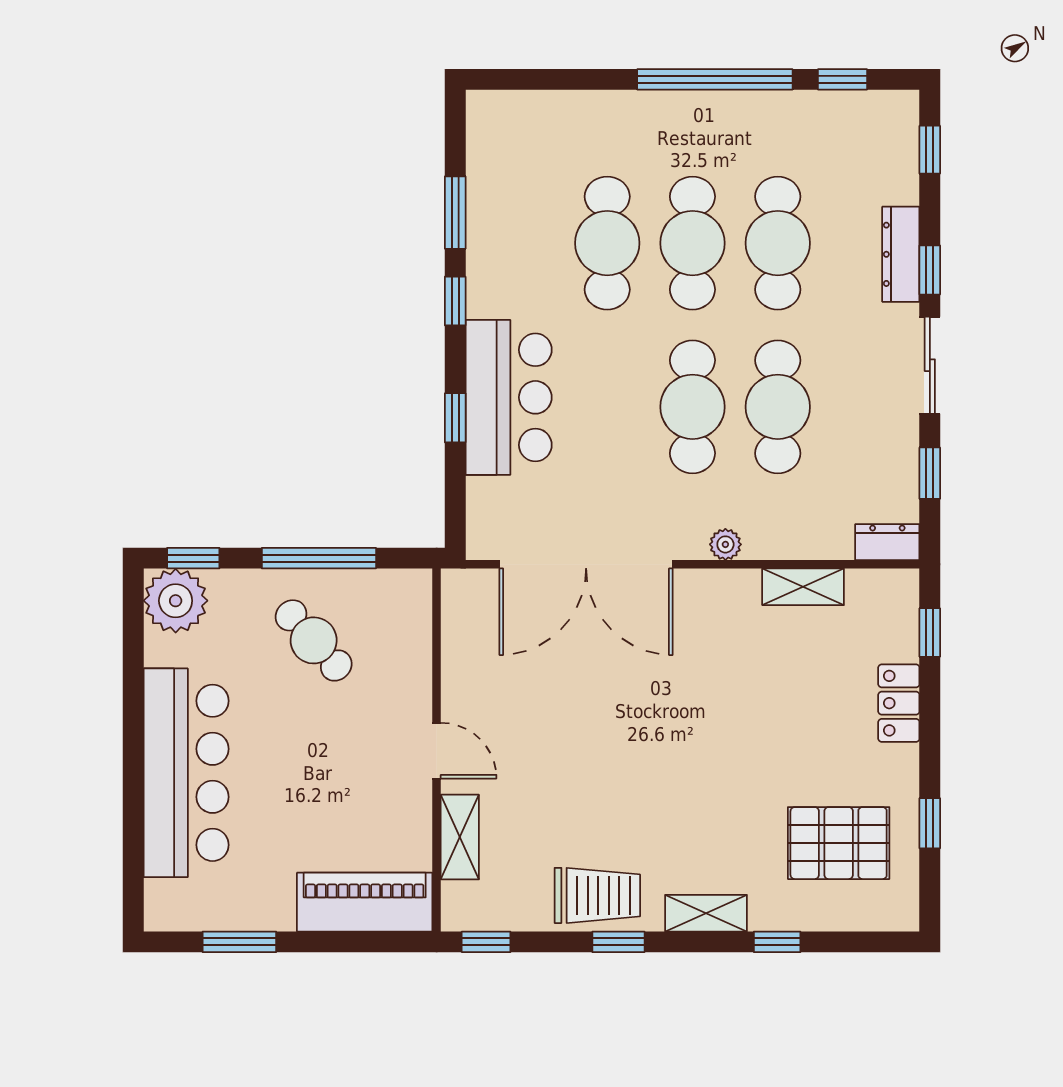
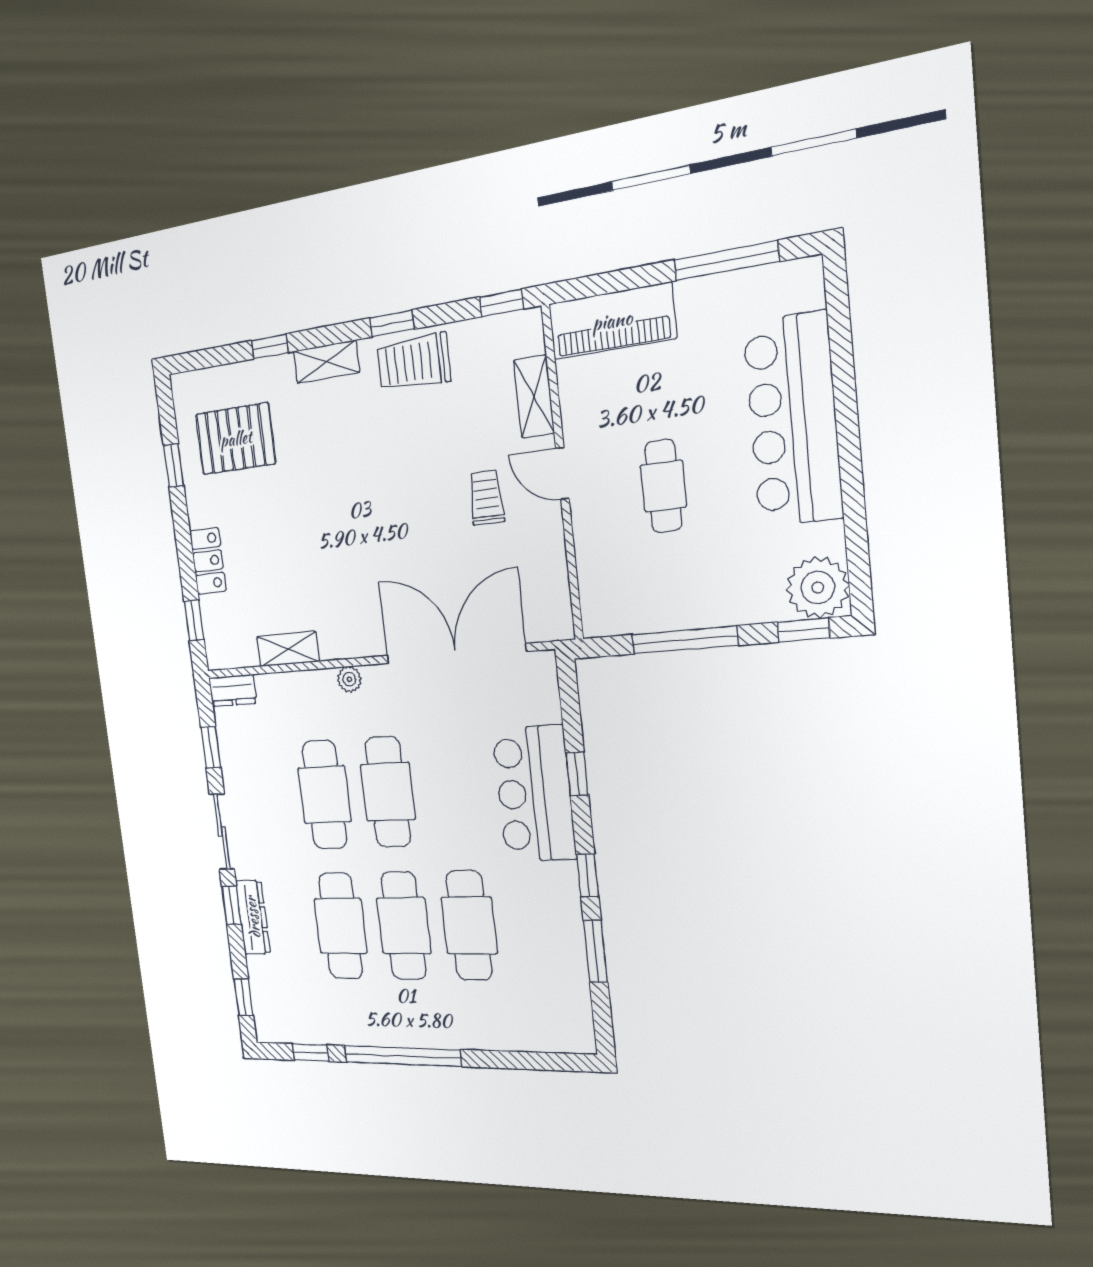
cafe table: (314, 640) -> (663, 486), moved, turned 42
trolley: (528, 735) -> (486, 498), added
window: (239, 942) -> (726, 261), width x1.44

